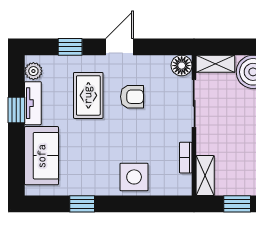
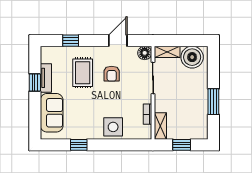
door: (120, 47) -> (118, 41), moved
plant: (33, 71) -> (46, 57), removed
armchair: (132, 97) -> (112, 74), turned 90

